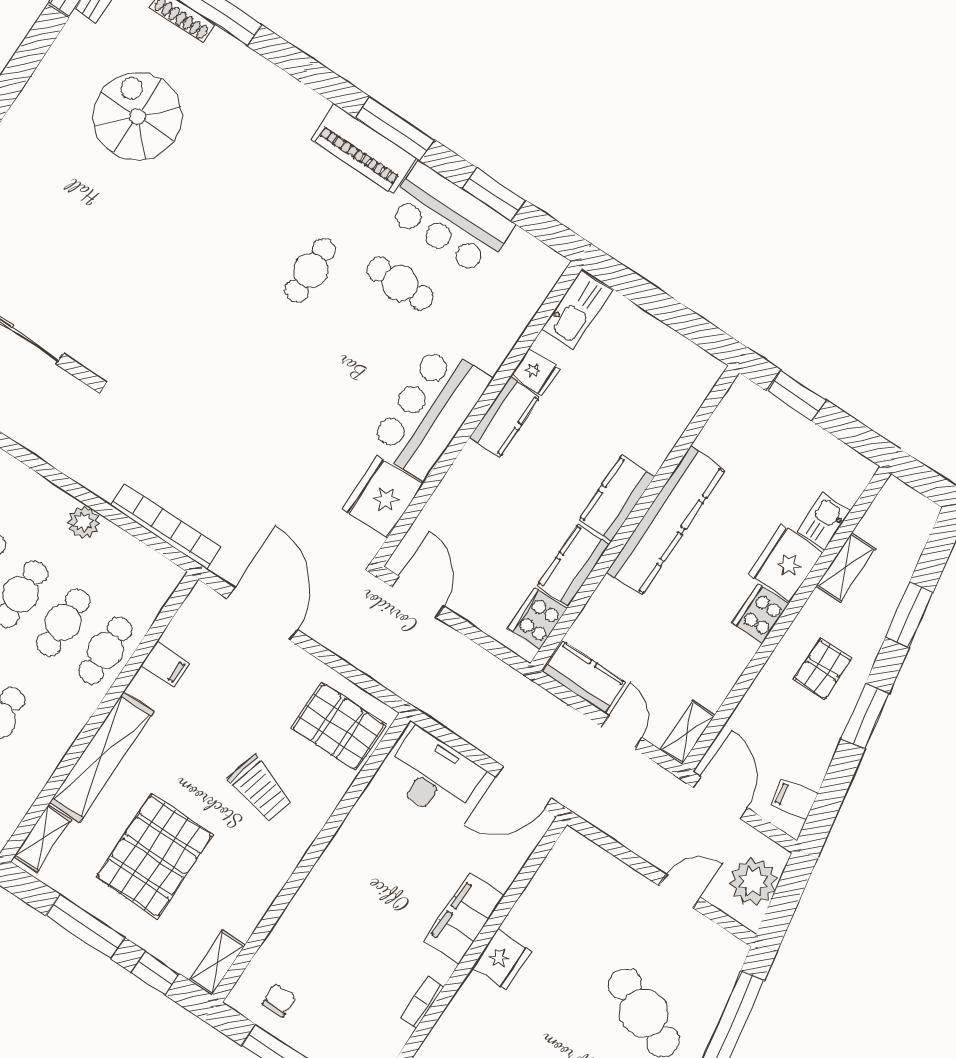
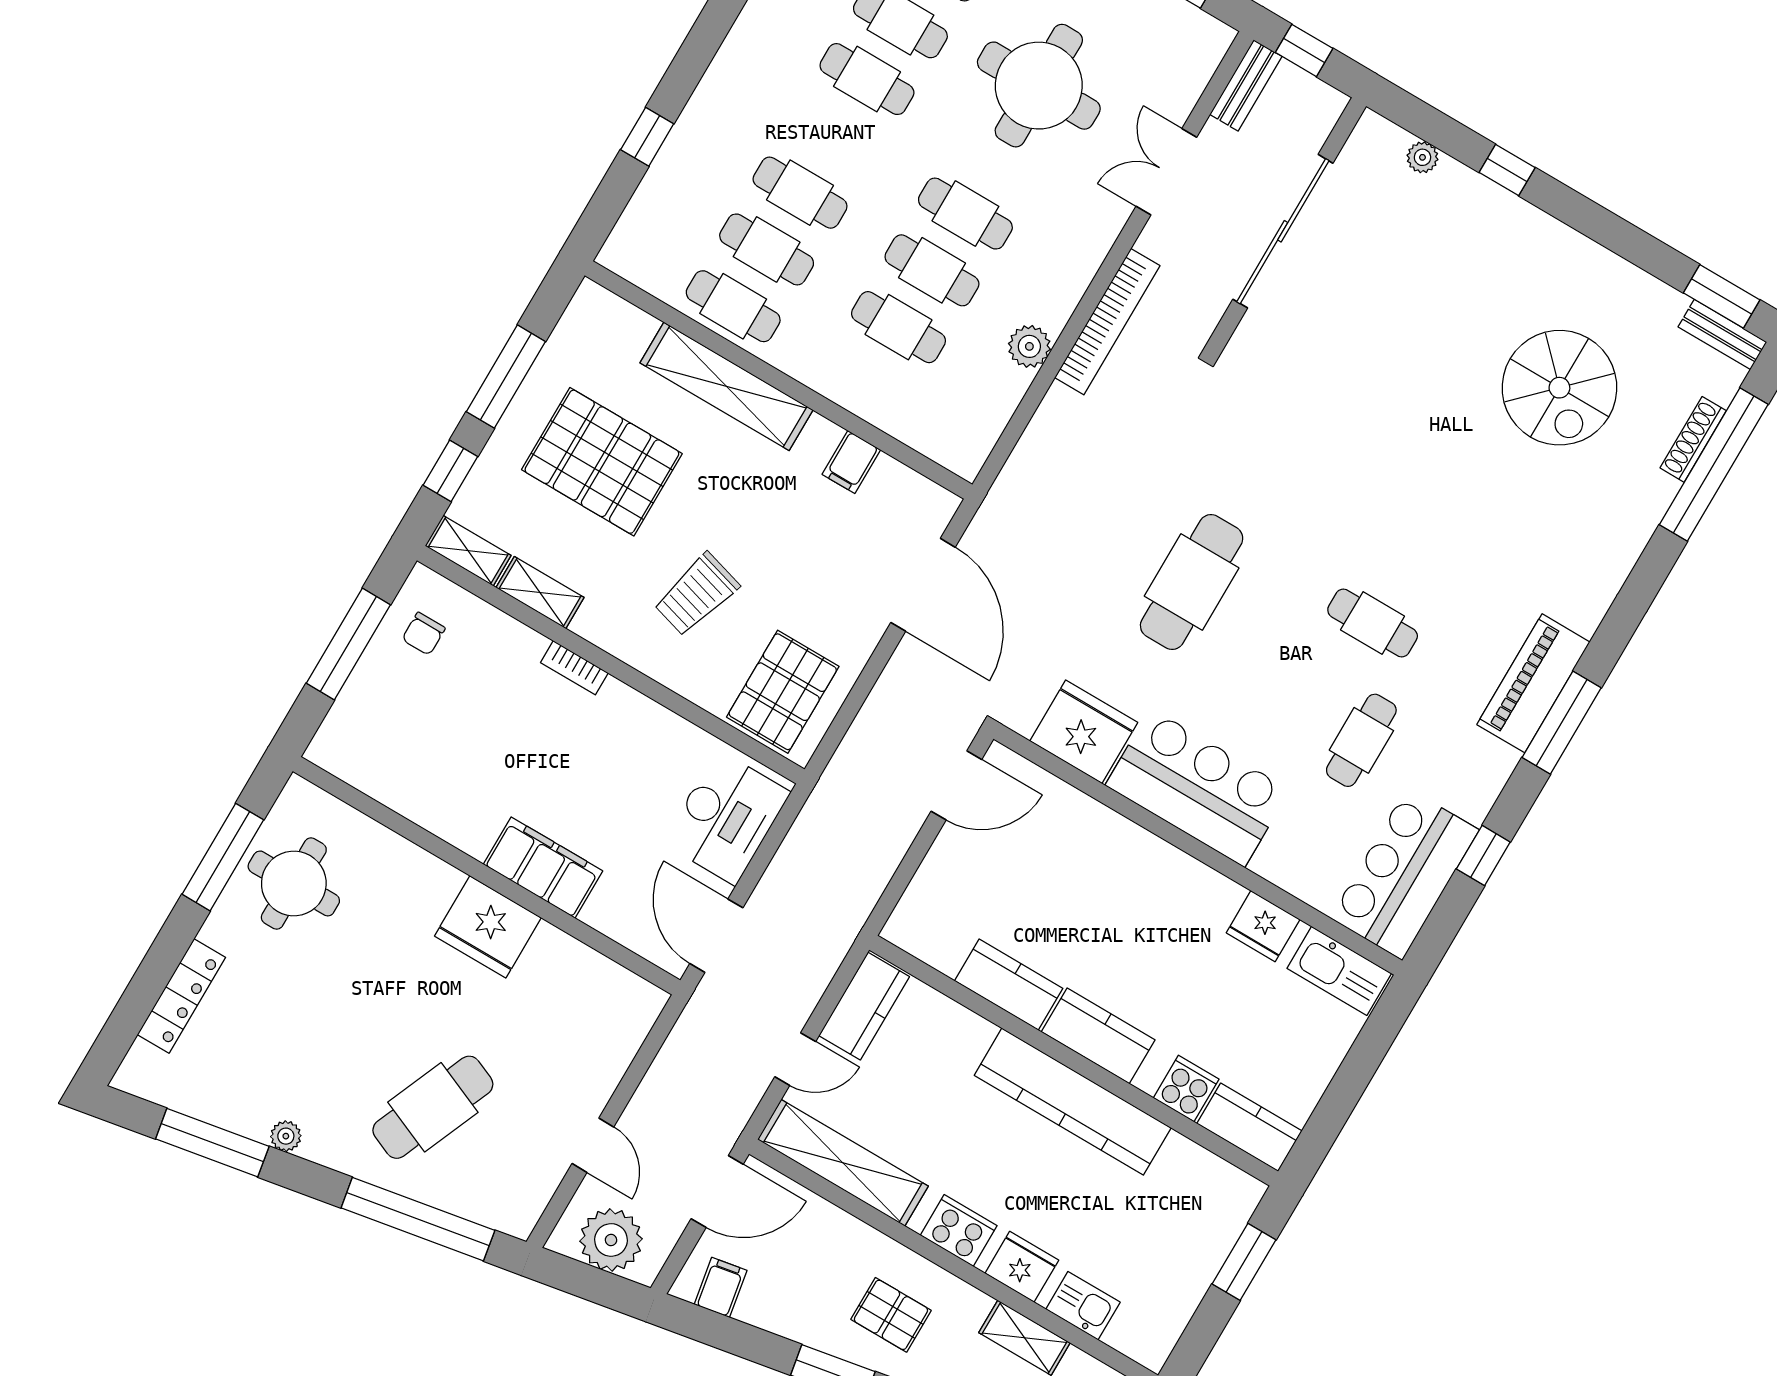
spiral stairs: (137, 116) -> (1559, 388), turned 90
window: (494, 194) -> (1483, 856), width x0.67
bar counter: (450, 219) -> (1405, 874), moved
fridge: (536, 372) -> (1263, 926), width x1.38
cafe table: (271, 408) -> (1192, 582), added
kitchen counter: (505, 417) -> (1249, 1127), moved, turned 180
bookcase: (165, 526) -> (1107, 322), moved
fridge: (786, 563) -> (1022, 1267), width x0.73, depth x0.75
door: (262, 614) -> (923, 585), hinge flipped
cooker: (537, 619) -> (1186, 1089), moved, width x0.73
cafe table: (105, 650) -> (733, 306), moved
shelving: (687, 732) -> (843, 1163), width x2.20, depth x1.33
shelving: (43, 838) -> (540, 593), moved
fridge: (502, 959) -> (488, 927), width x1.36, depth x1.34
chair: (279, 1000) -> (424, 634), turned 90
bookcase: (422, 1002) -> (574, 668), moved, turned 180

